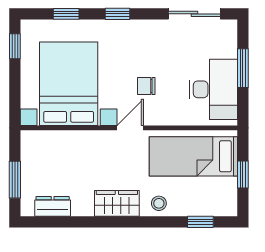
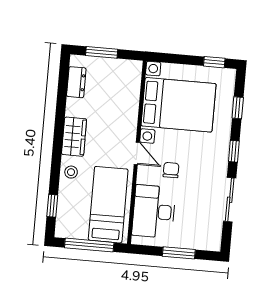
sliding door: (194, 14) -> (230, 200), moved
desk: (213, 89) -> (154, 211), moved, turned 90
window: (243, 174) -> (89, 245), width x2.17

